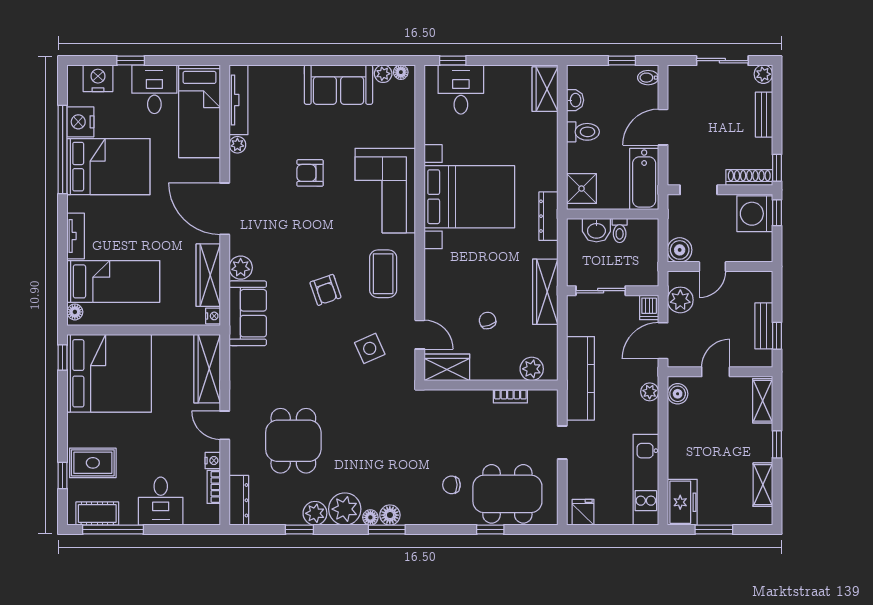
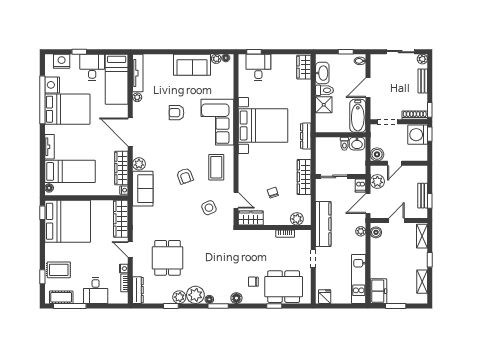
washbasin: (575, 100) -> (322, 73), width x1.91, depth x1.45
shower: (582, 189) -> (324, 105), moved
washbasin: (596, 230) -> (357, 144), moved
floor lamp: (390, 515) -> (236, 298), moved

